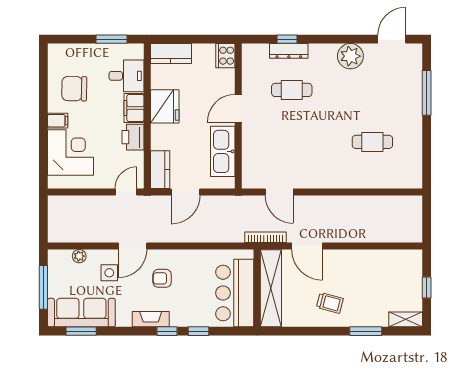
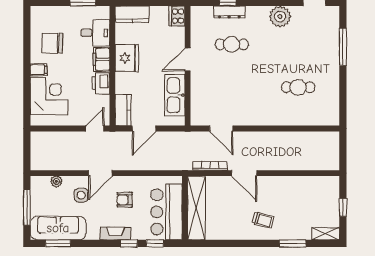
wall: (257, 288) -> (185, 208), moved
shelving: (271, 288) -> (196, 208), moved
bar counter: (235, 293) -> (167, 212), moved

